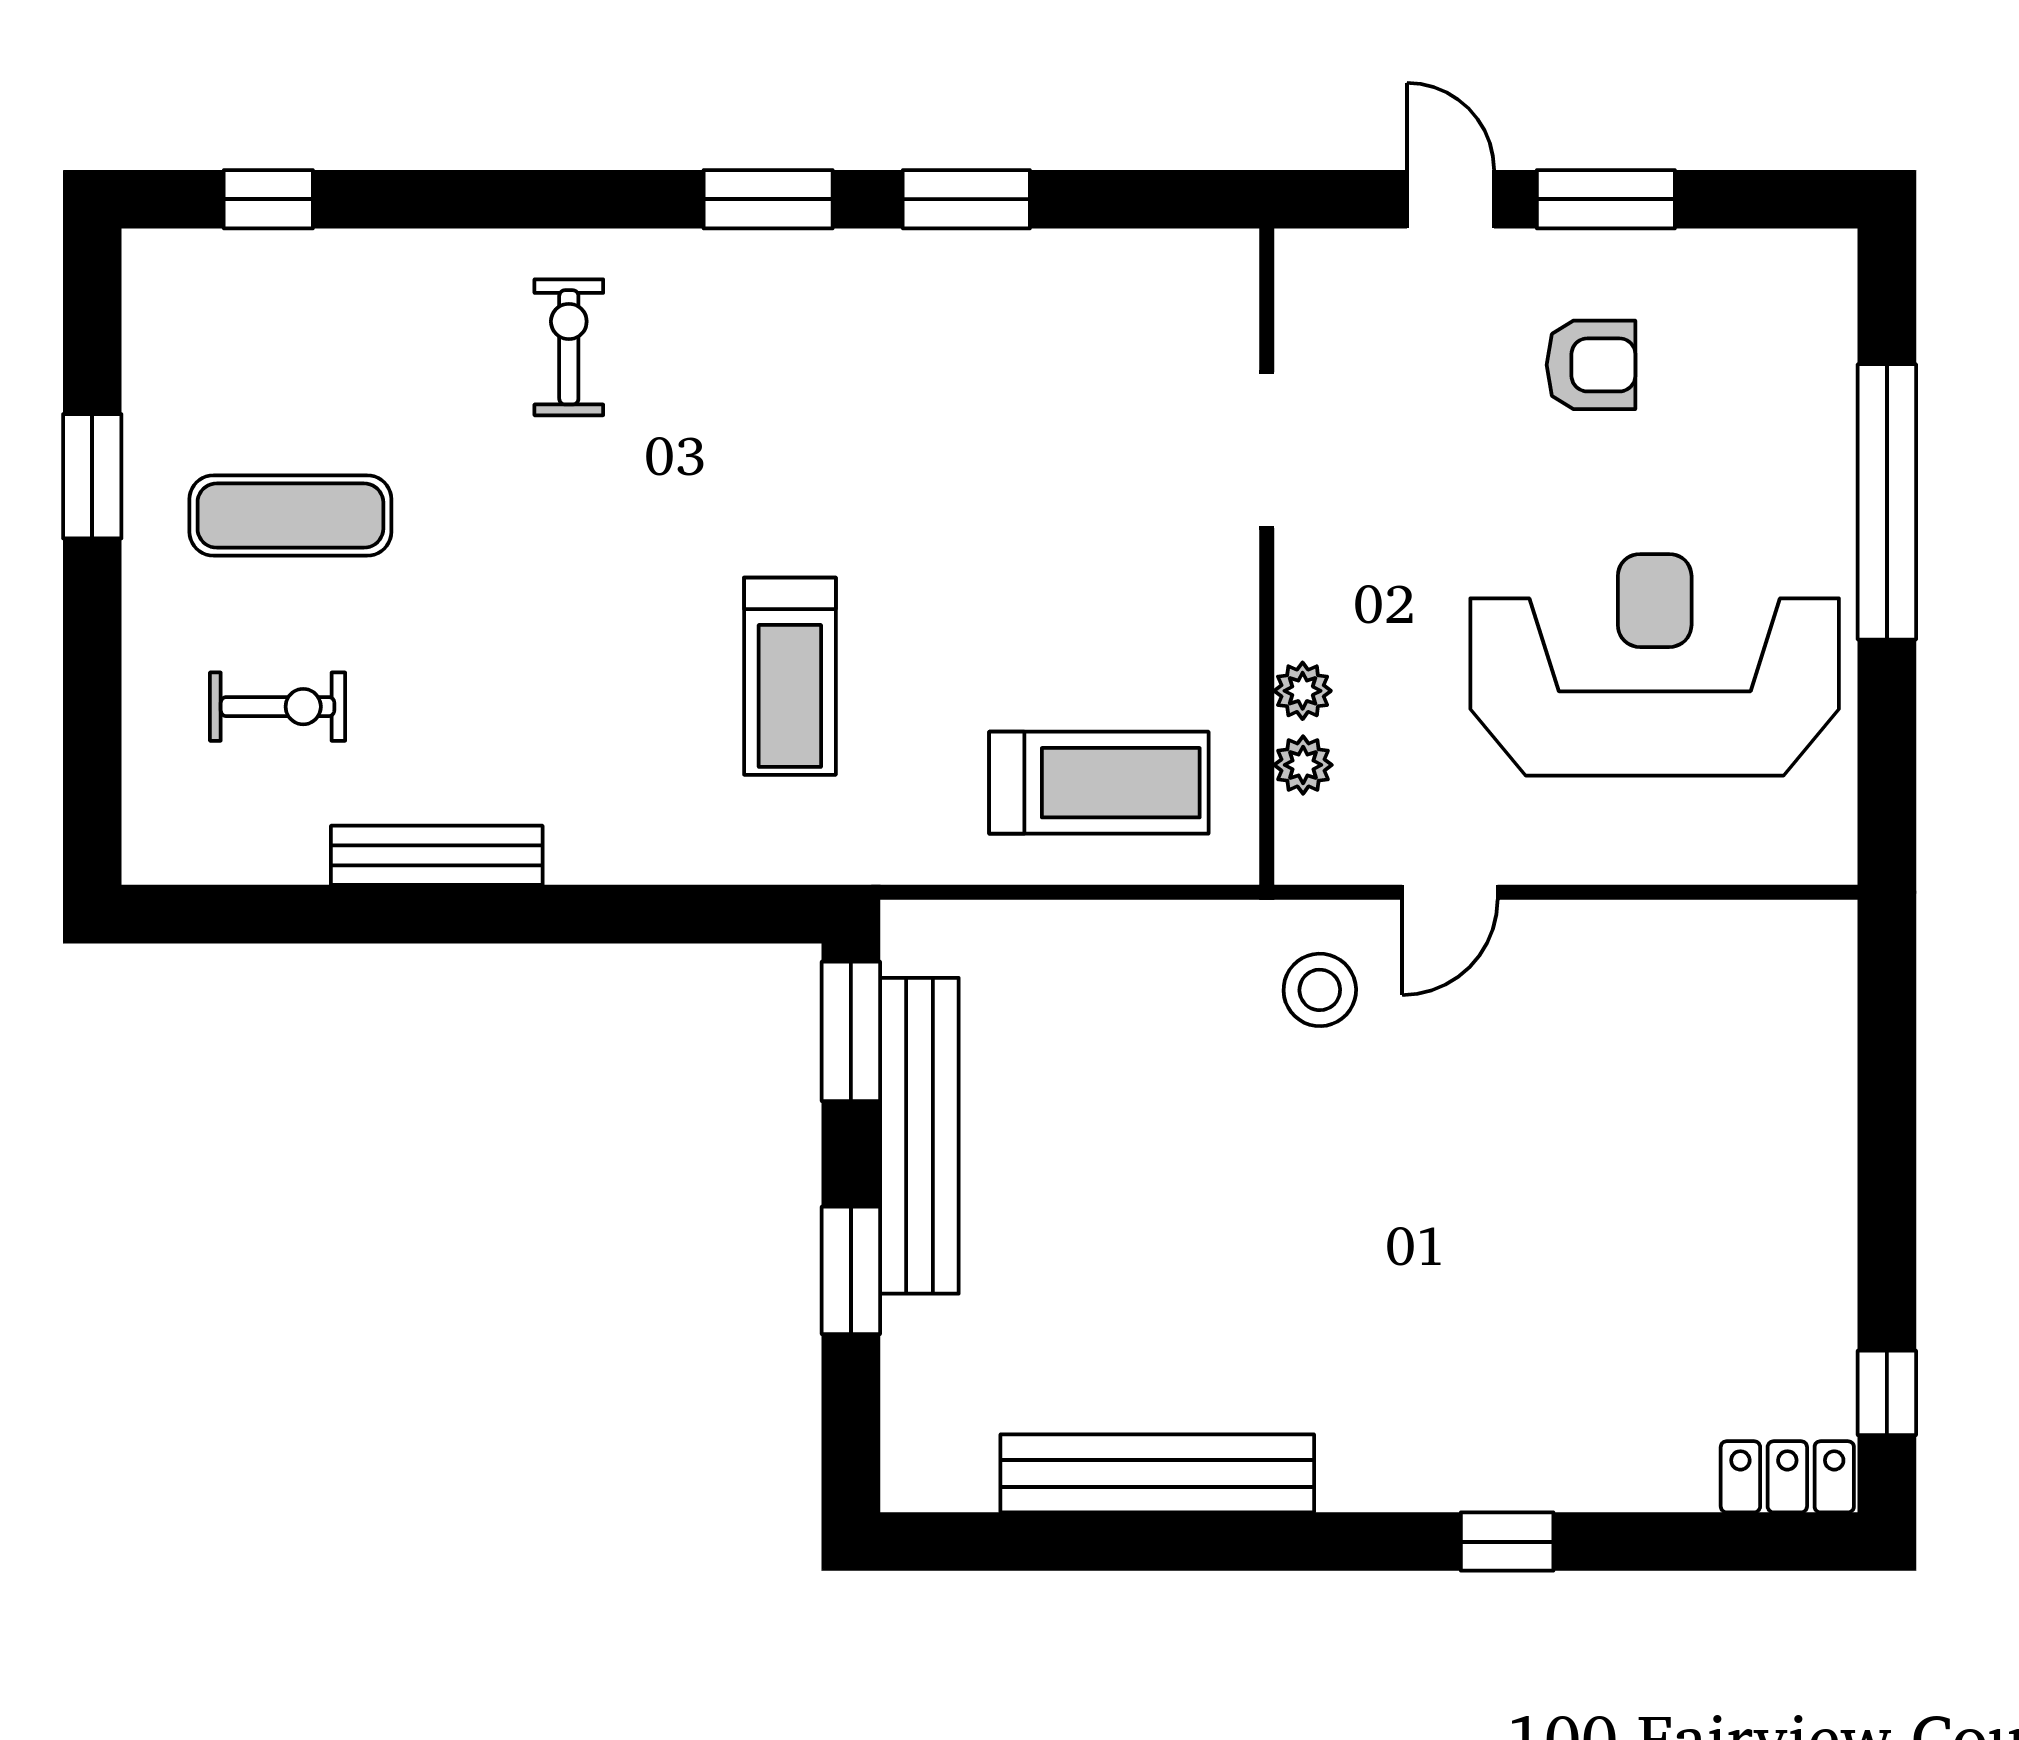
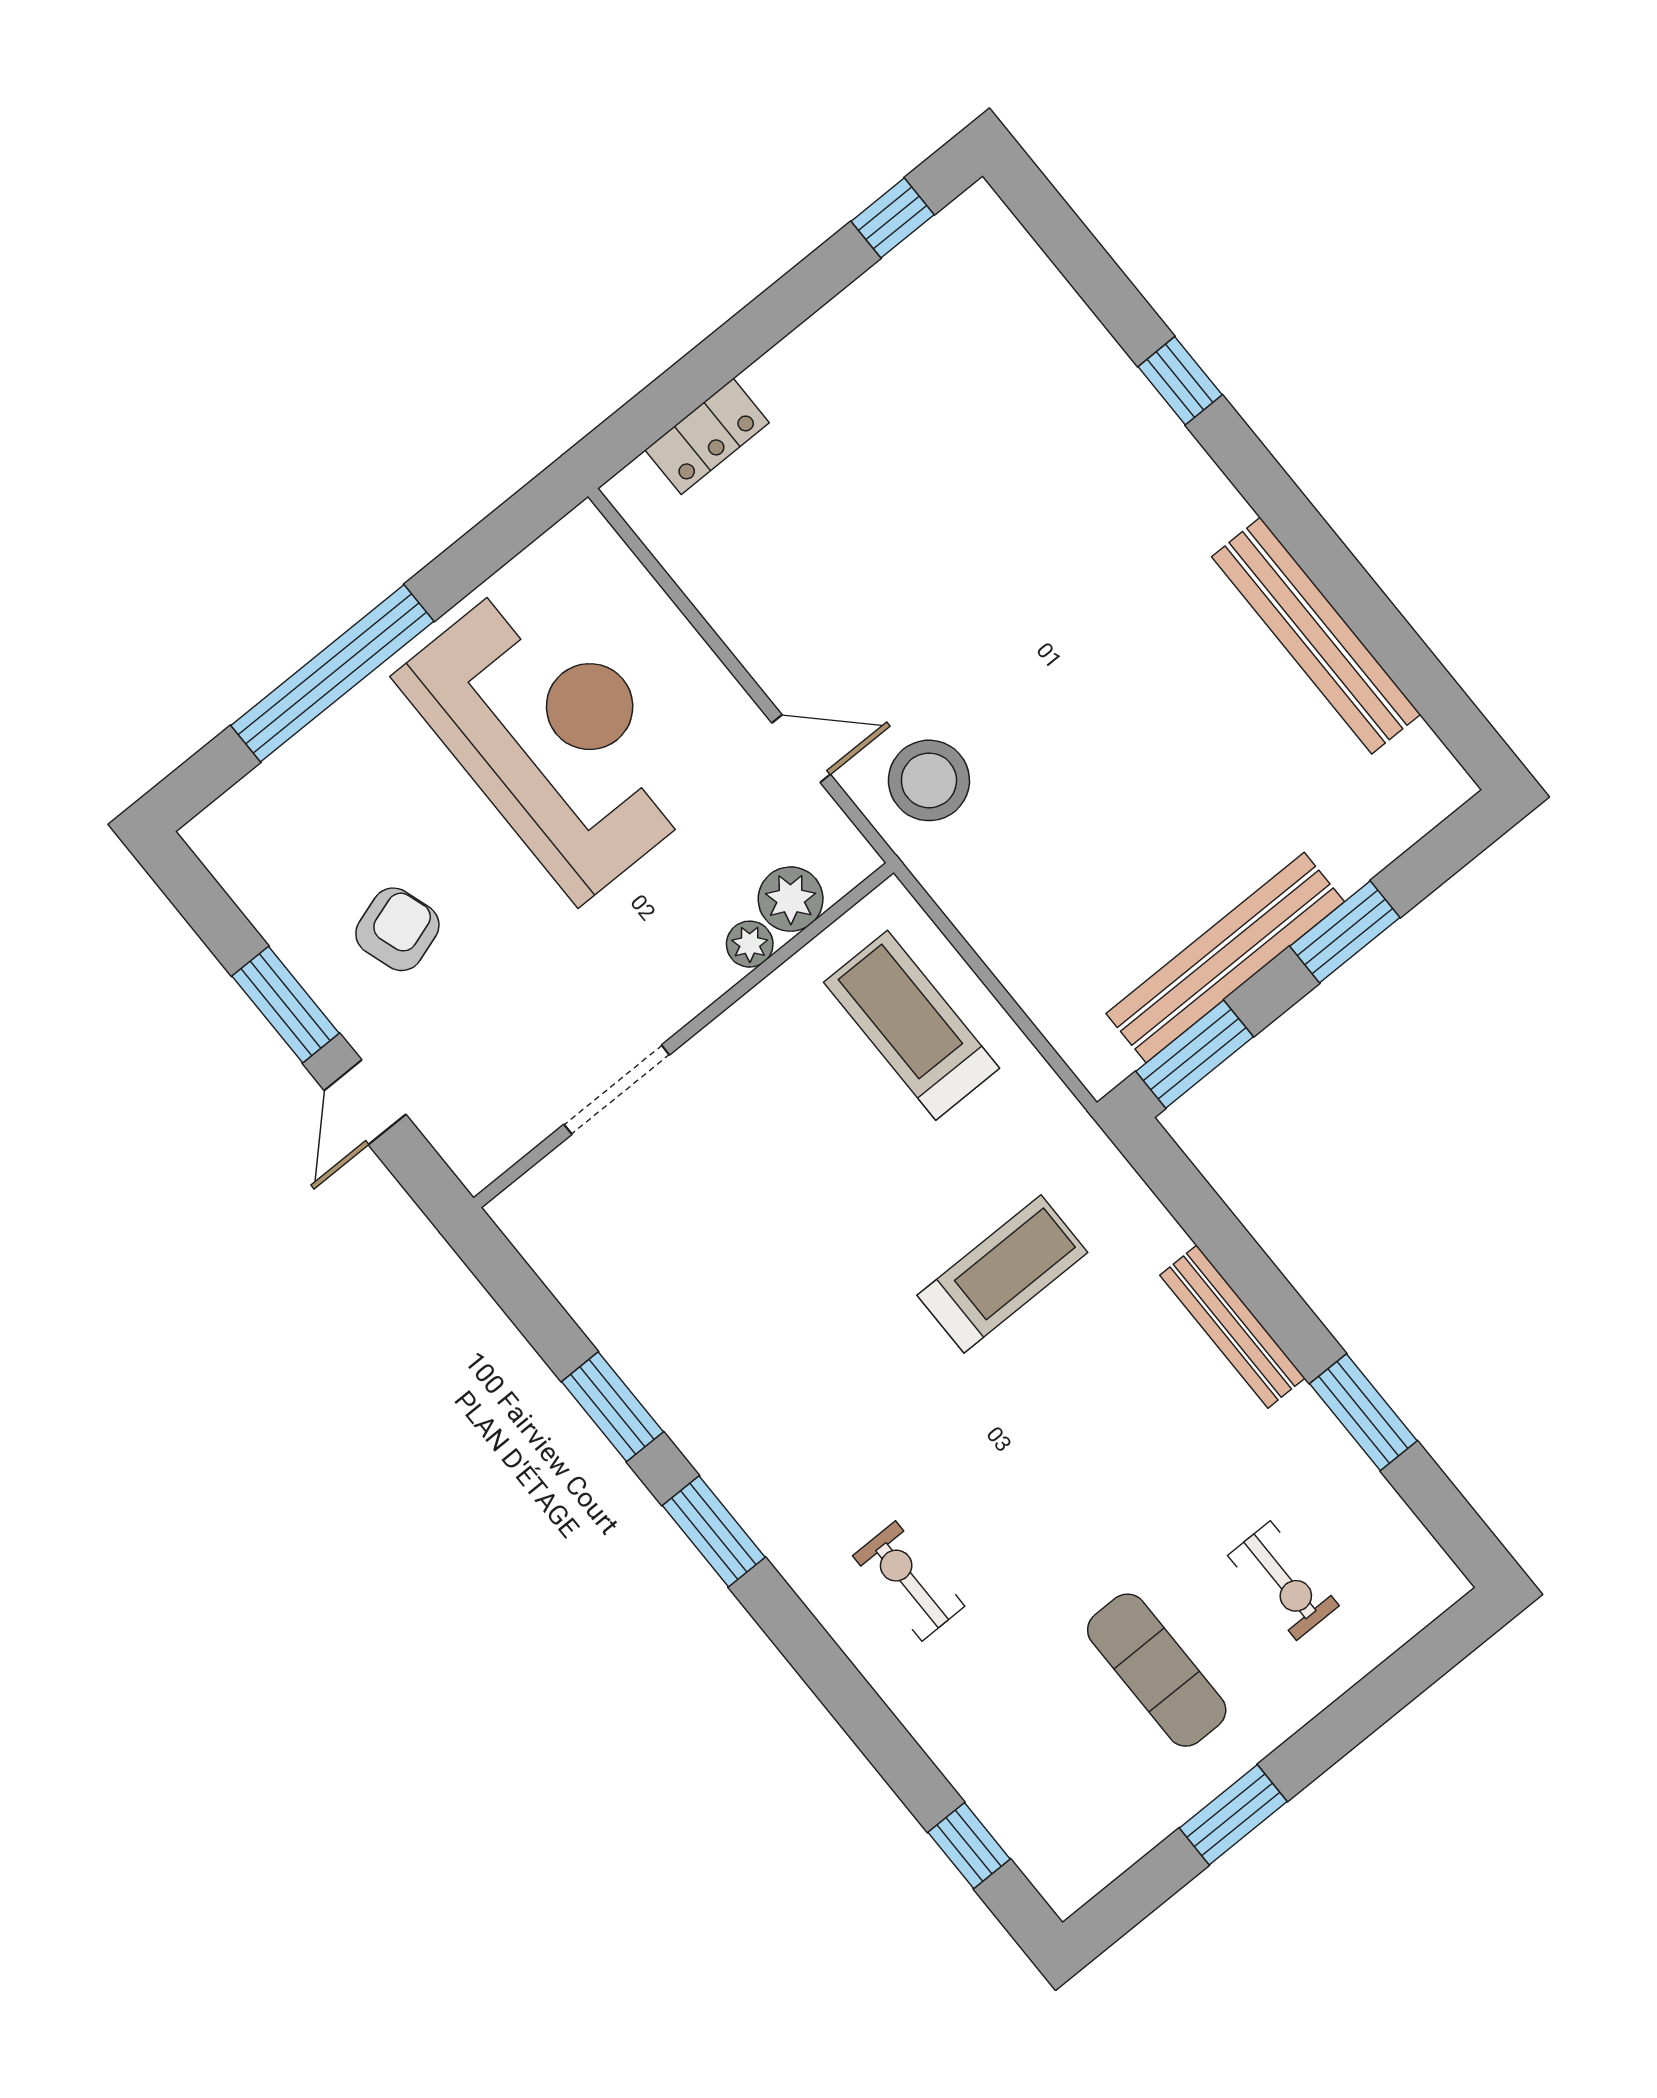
exercise bike: (569, 347) -> (909, 1581), turned 90
armchair: (1591, 365) -> (397, 929), turned 72
reception desk: (1655, 665) -> (553, 736), turned 180
exercise bike: (278, 707) -> (1283, 1581), turned 180
plant: (1303, 765) -> (791, 899), width x1.38, depth x1.38
bench: (437, 855) -> (1232, 1327), moved
window: (376, 914) -> (1363, 1412), added
stool: (1320, 990) -> (929, 780), width x1.38, depth x1.38
locker: (1787, 1477) -> (707, 436), moved, turned -90

